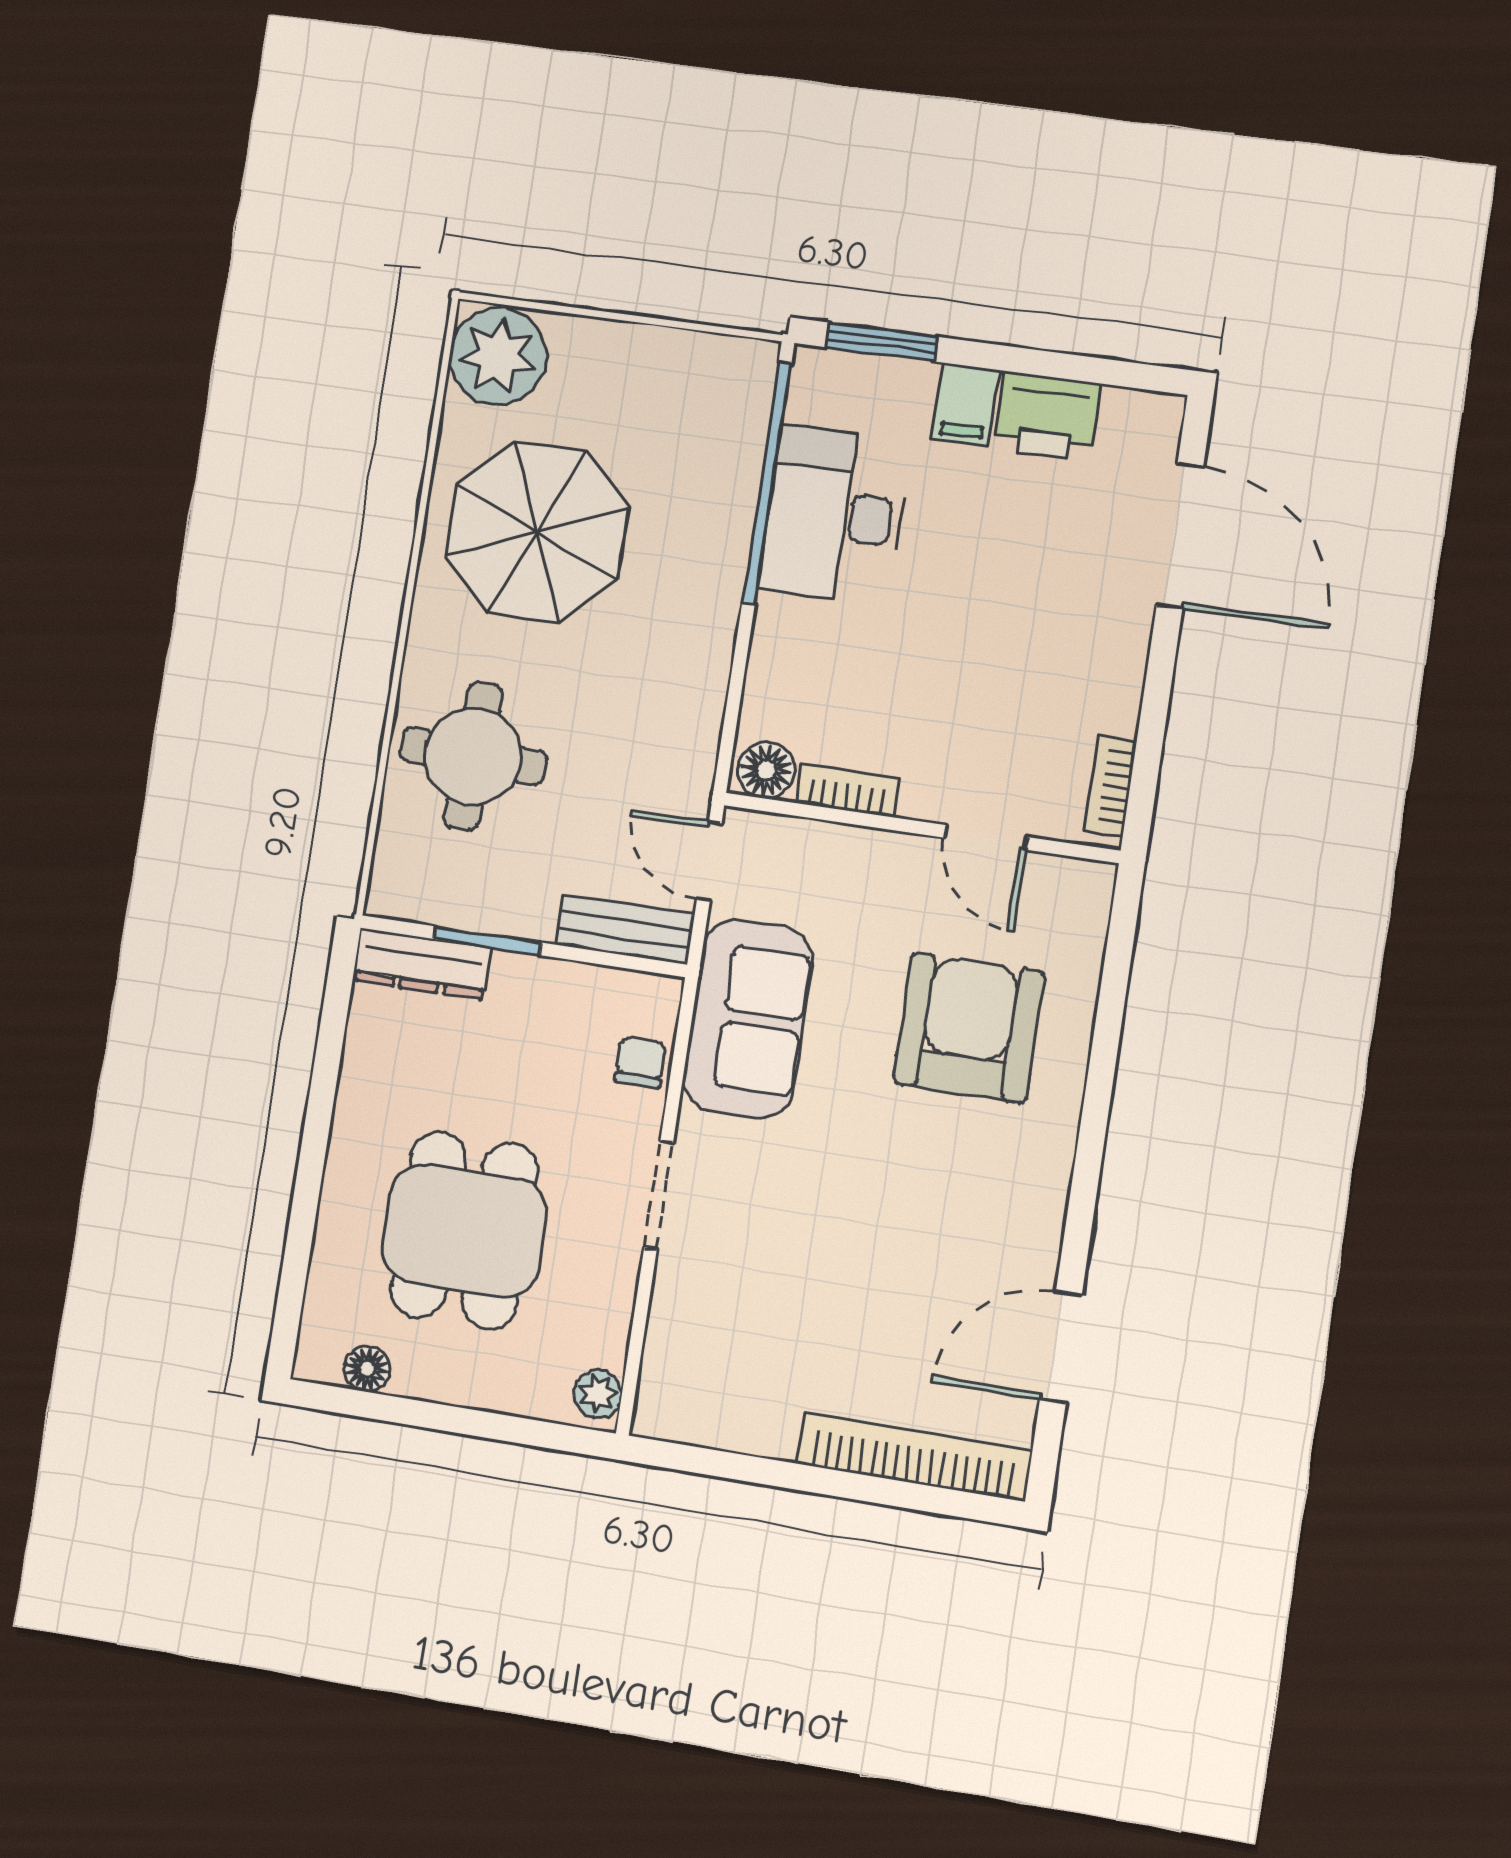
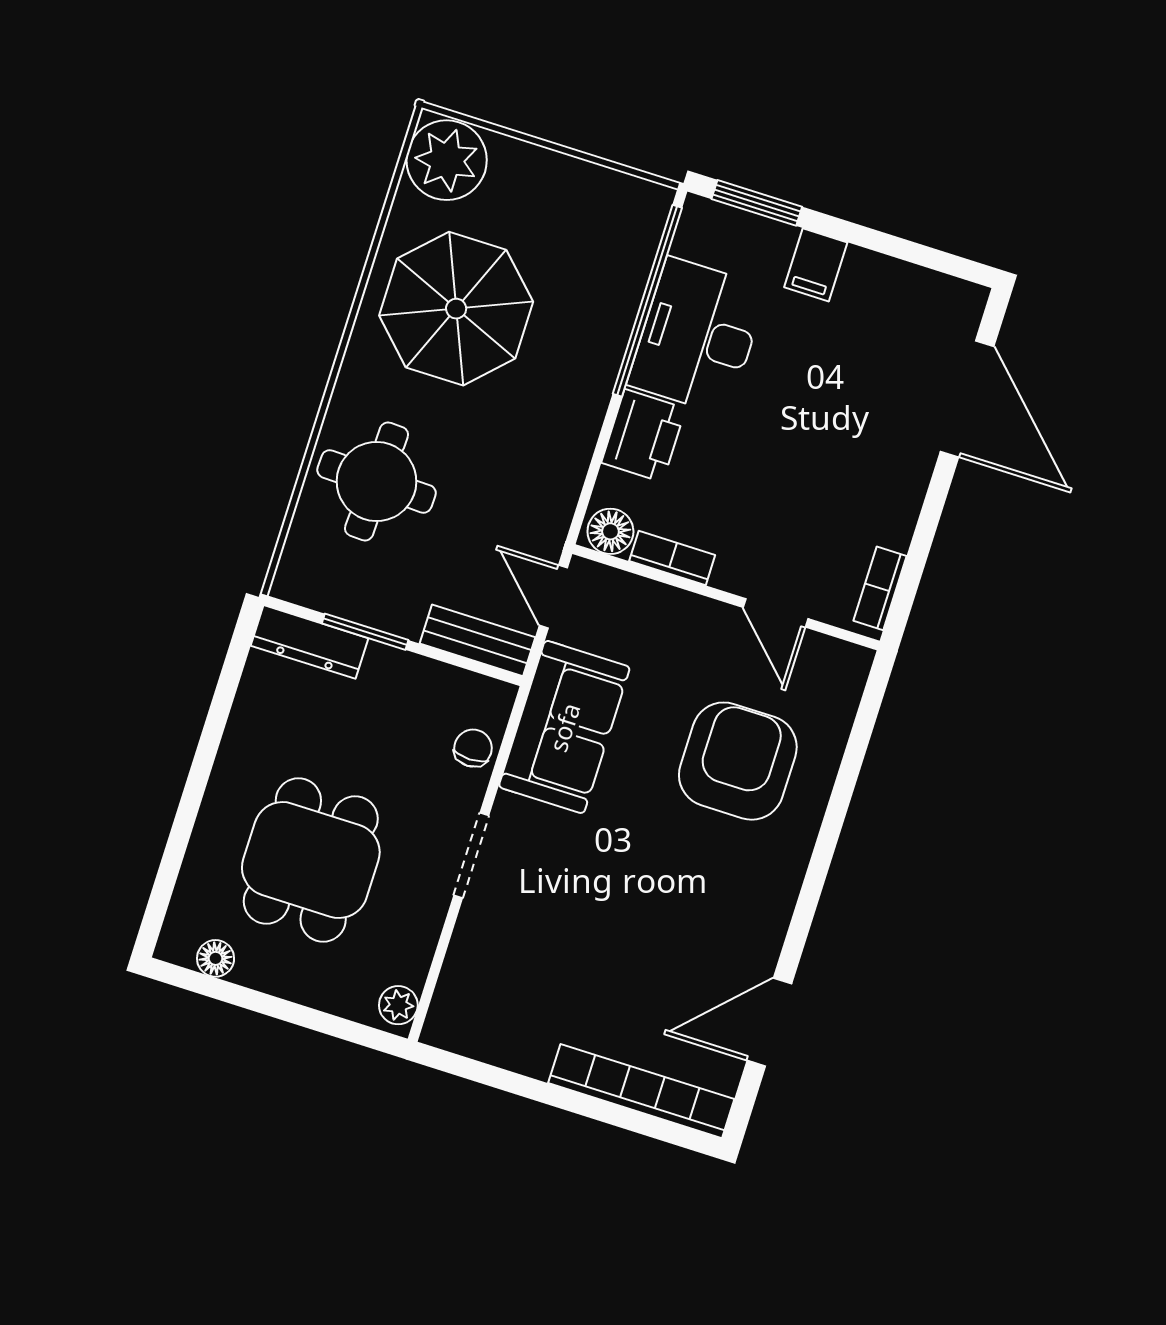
printer: (1047, 417) -> (644, 436), moved, turned -90

